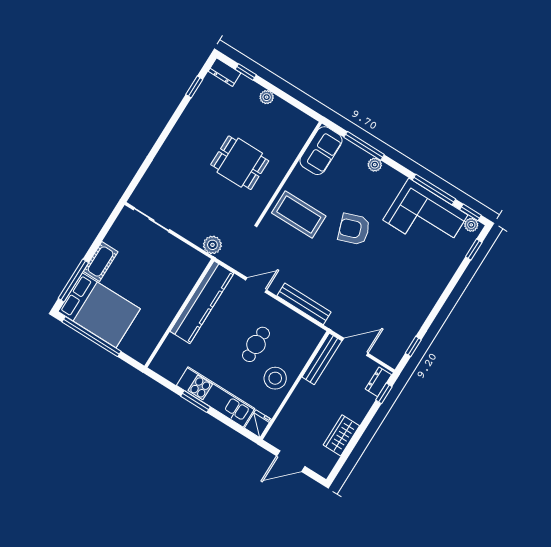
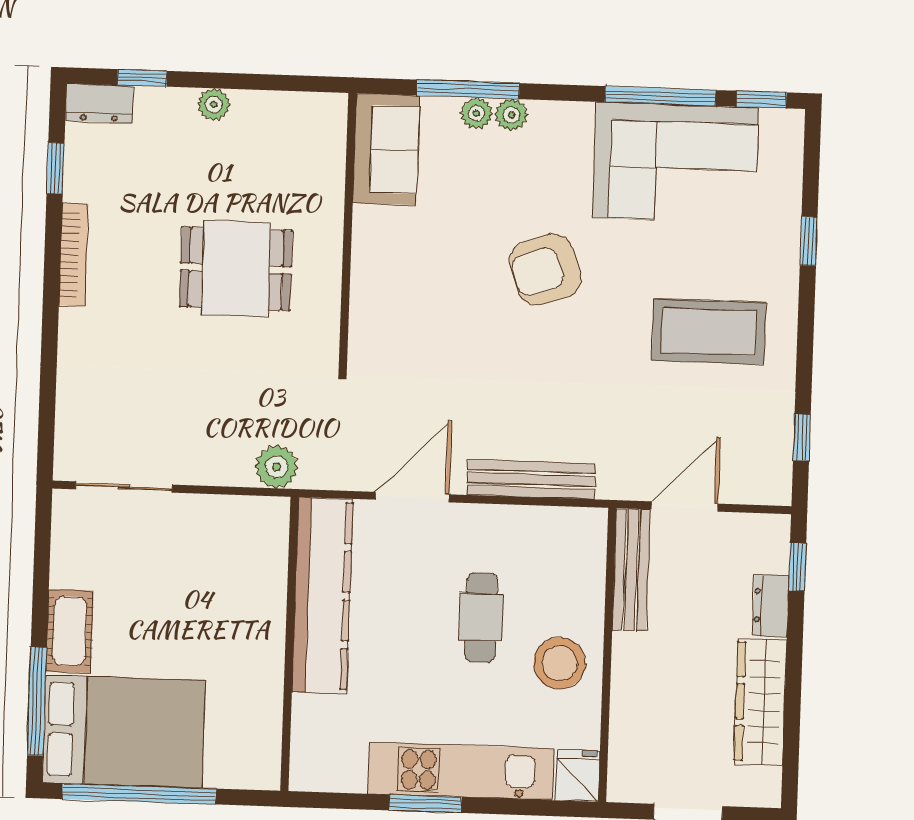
bookcase: (183, 123) -> (74, 255), added
coffee table: (299, 215) -> (709, 332), moved
plant: (471, 225) -> (476, 113), moved
window: (474, 250) -> (809, 241), moved
door: (256, 285) -> (412, 497), width x1.38
dresser: (378, 382) -> (771, 605), moved
wardrobe: (341, 435) -> (760, 702), width x1.50

